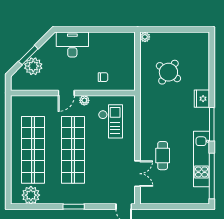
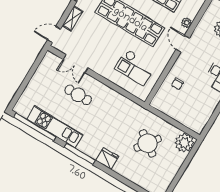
plant: (145, 37) -> (184, 143), width x1.87, depth x1.87
plant: (84, 100) -> (187, 23), moved
shelving: (101, 199) -> (73, 18), added

